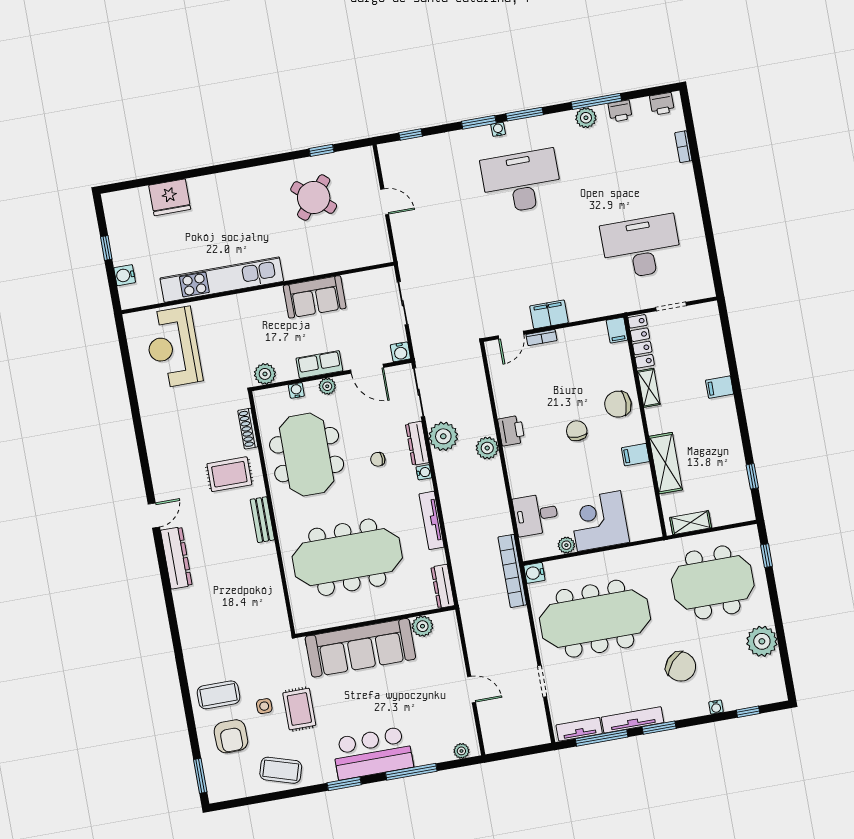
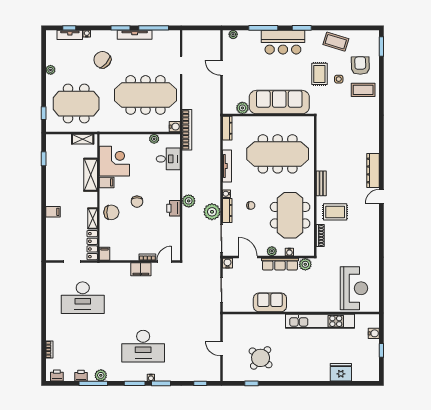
row of seats: (319, 365) -> (280, 264), width x1.48
corner desk: (599, 521) -> (114, 161), moved, turned -90
plant: (762, 641) -> (51, 70), width x0.53, depth x0.53
tv unit: (579, 729) -> (70, 35), moved

